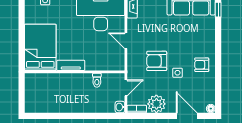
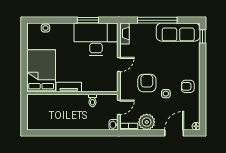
door: (126, 41) -> (119, 65), swing flipped
armchair: (157, 61) -> (147, 83), turned 90
door: (187, 116) -> (174, 133), hinge flipped

